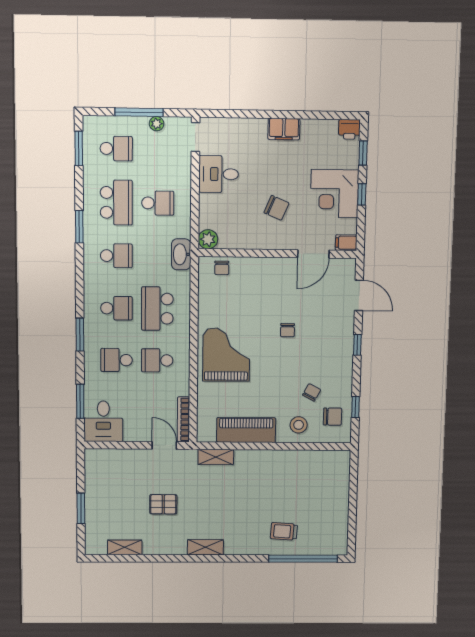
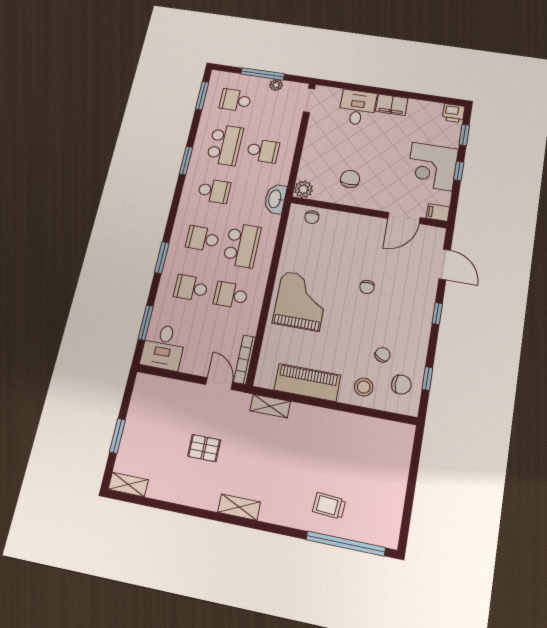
school desk: (116, 149) -> (235, 100), turned 180
desk: (219, 174) -> (357, 108), moved, turned 90
chair: (276, 208) -> (350, 179), moved, turned -113
school desk: (116, 308) -> (203, 239), turned 180
school desk: (157, 309) -> (242, 245), turned 180
shelving: (125, 547) -> (128, 485), moved

